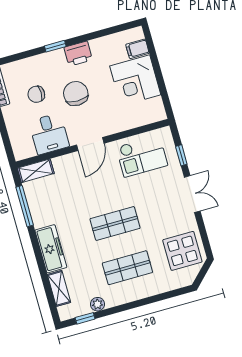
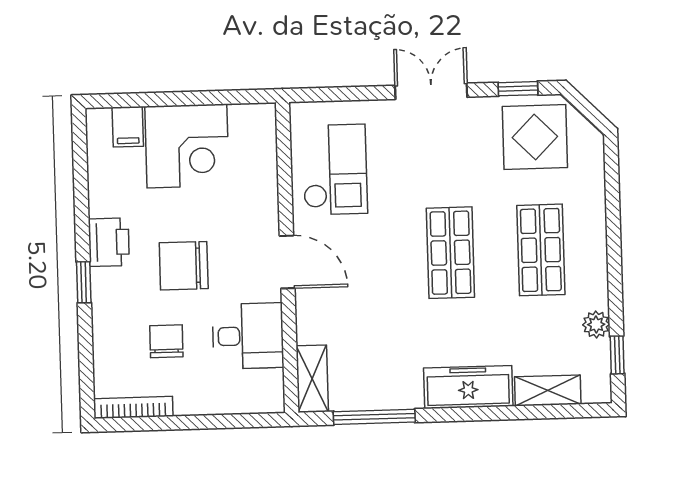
chair: (36, 94) -> (166, 341), turned 180
window: (181, 155) -> (518, 89), moved

